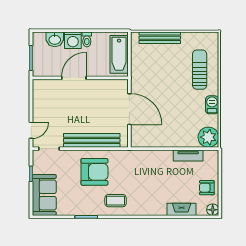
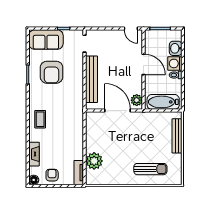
plant: (117, 86) -> (137, 100), added
barbecue: (212, 105) -> (121, 179), removed
door: (129, 109) -> (118, 111), swing flipped
door: (31, 130) -> (131, 29), moved
plant: (208, 137) -> (94, 161), moved
tv unit: (188, 156) -> (79, 173), moved
armchair: (94, 172) -> (52, 72), moved
coffee table: (116, 201) -> (40, 119), moved

